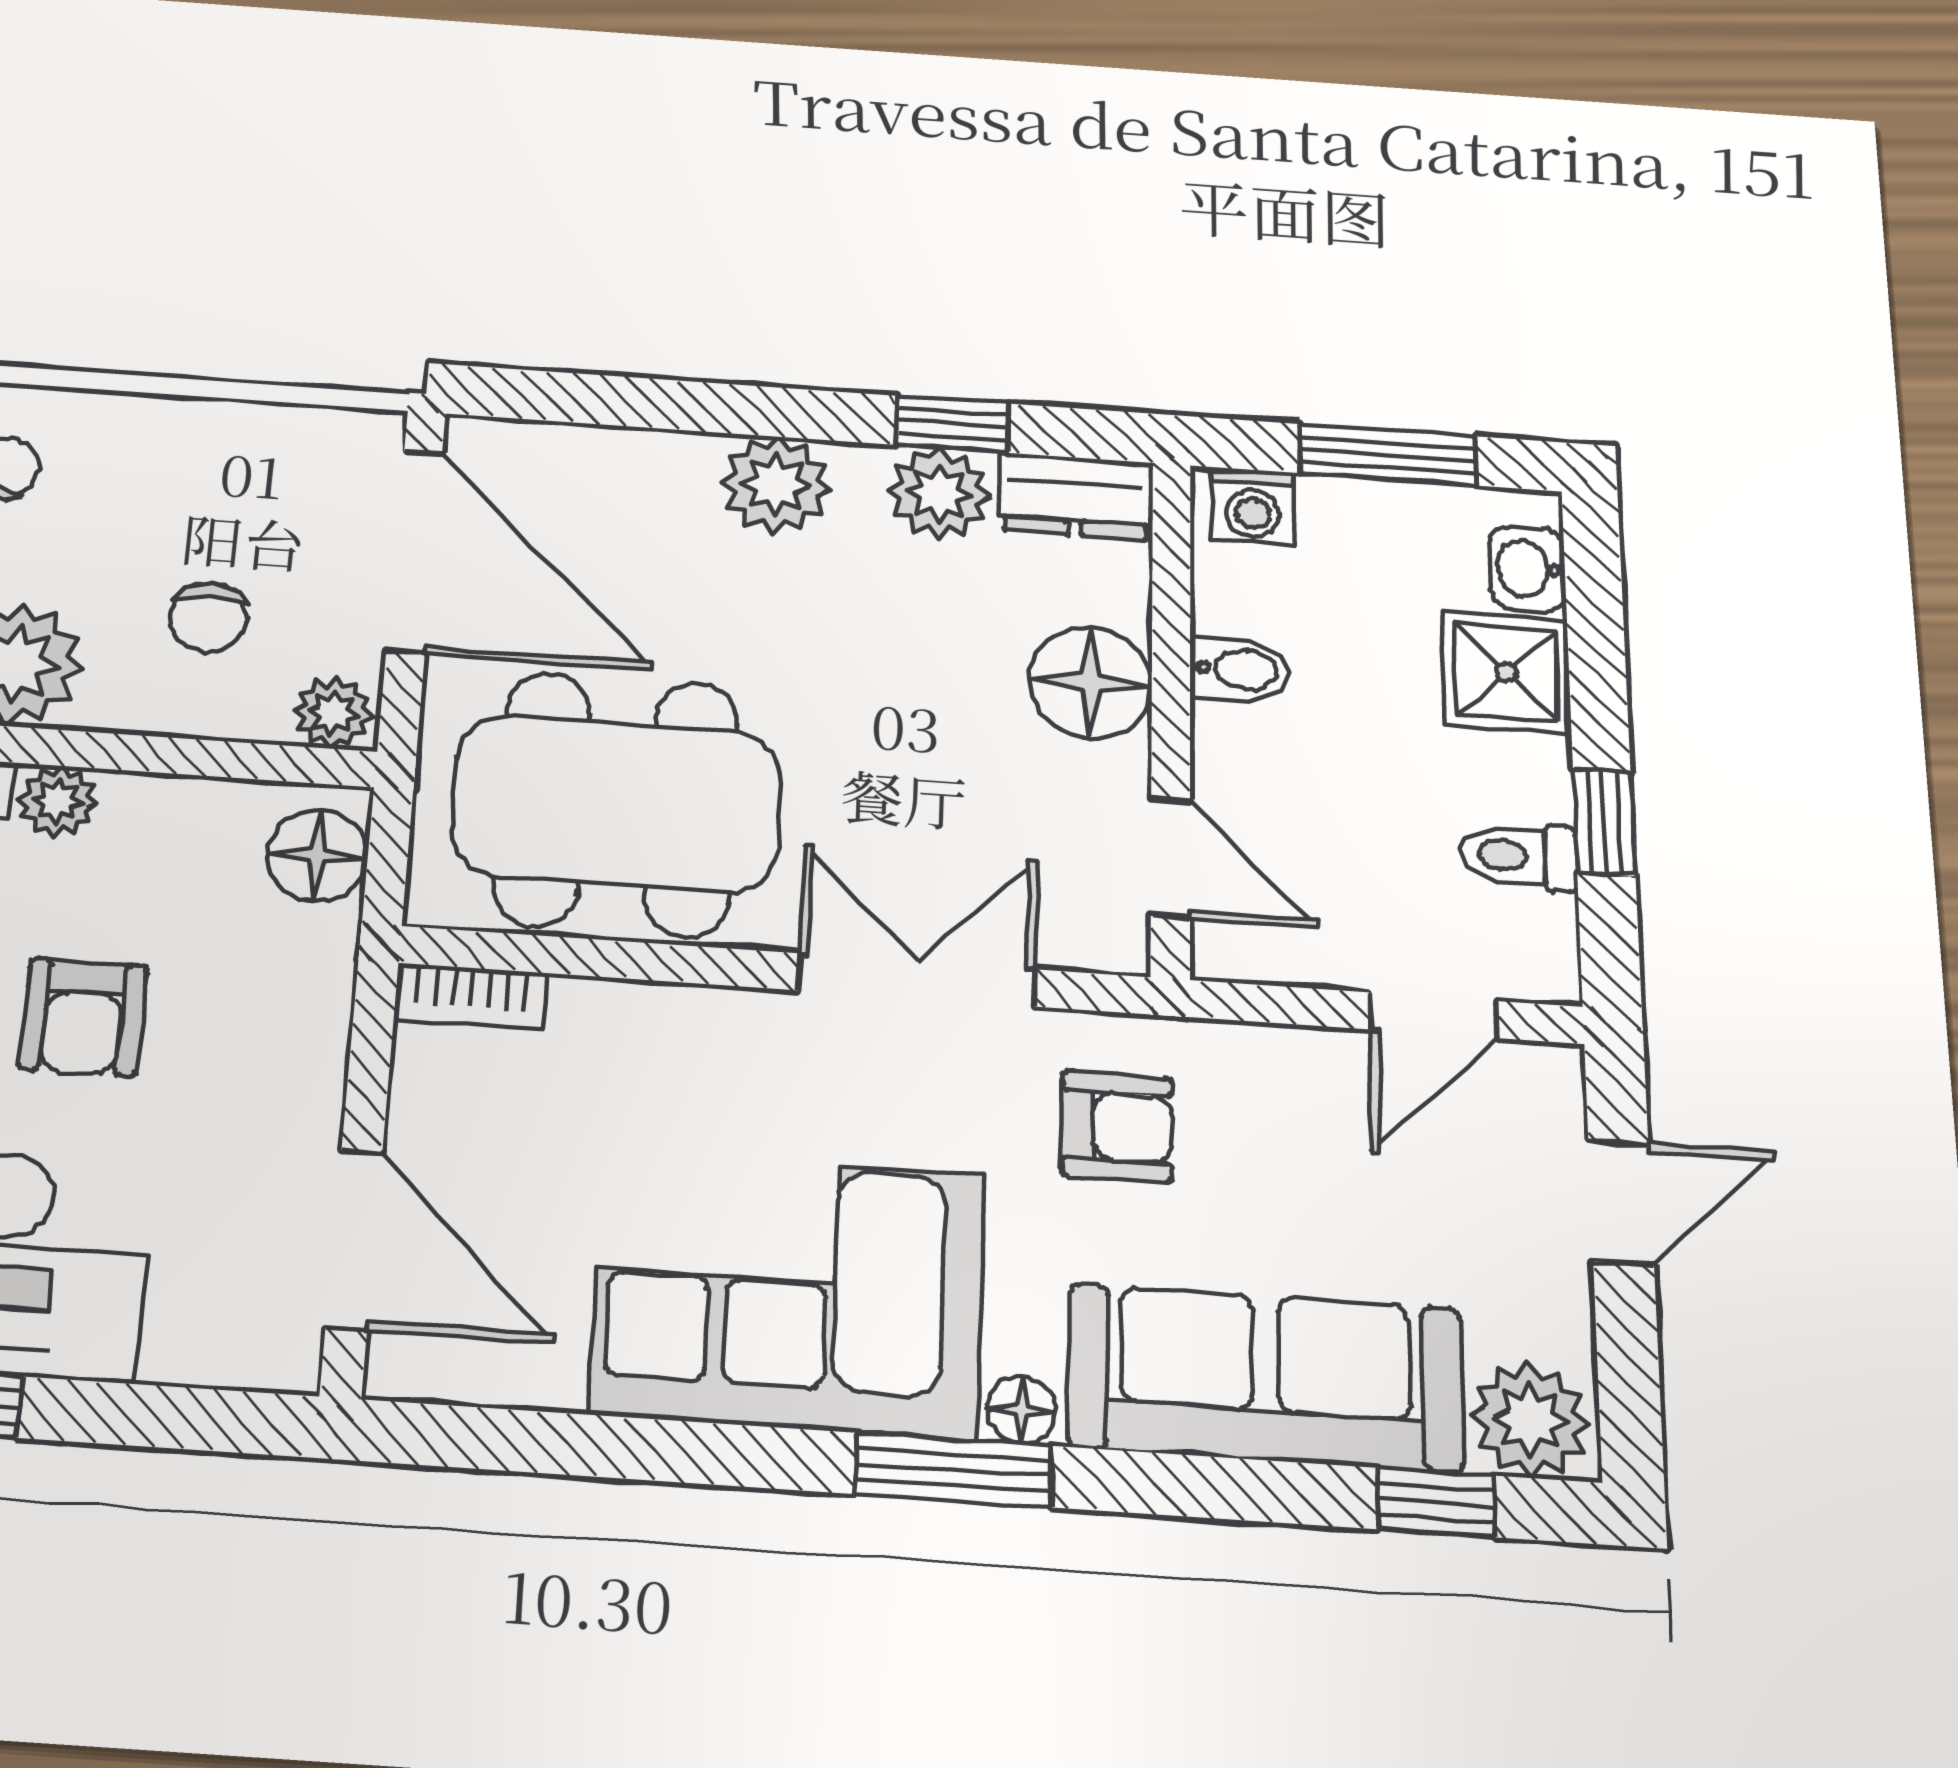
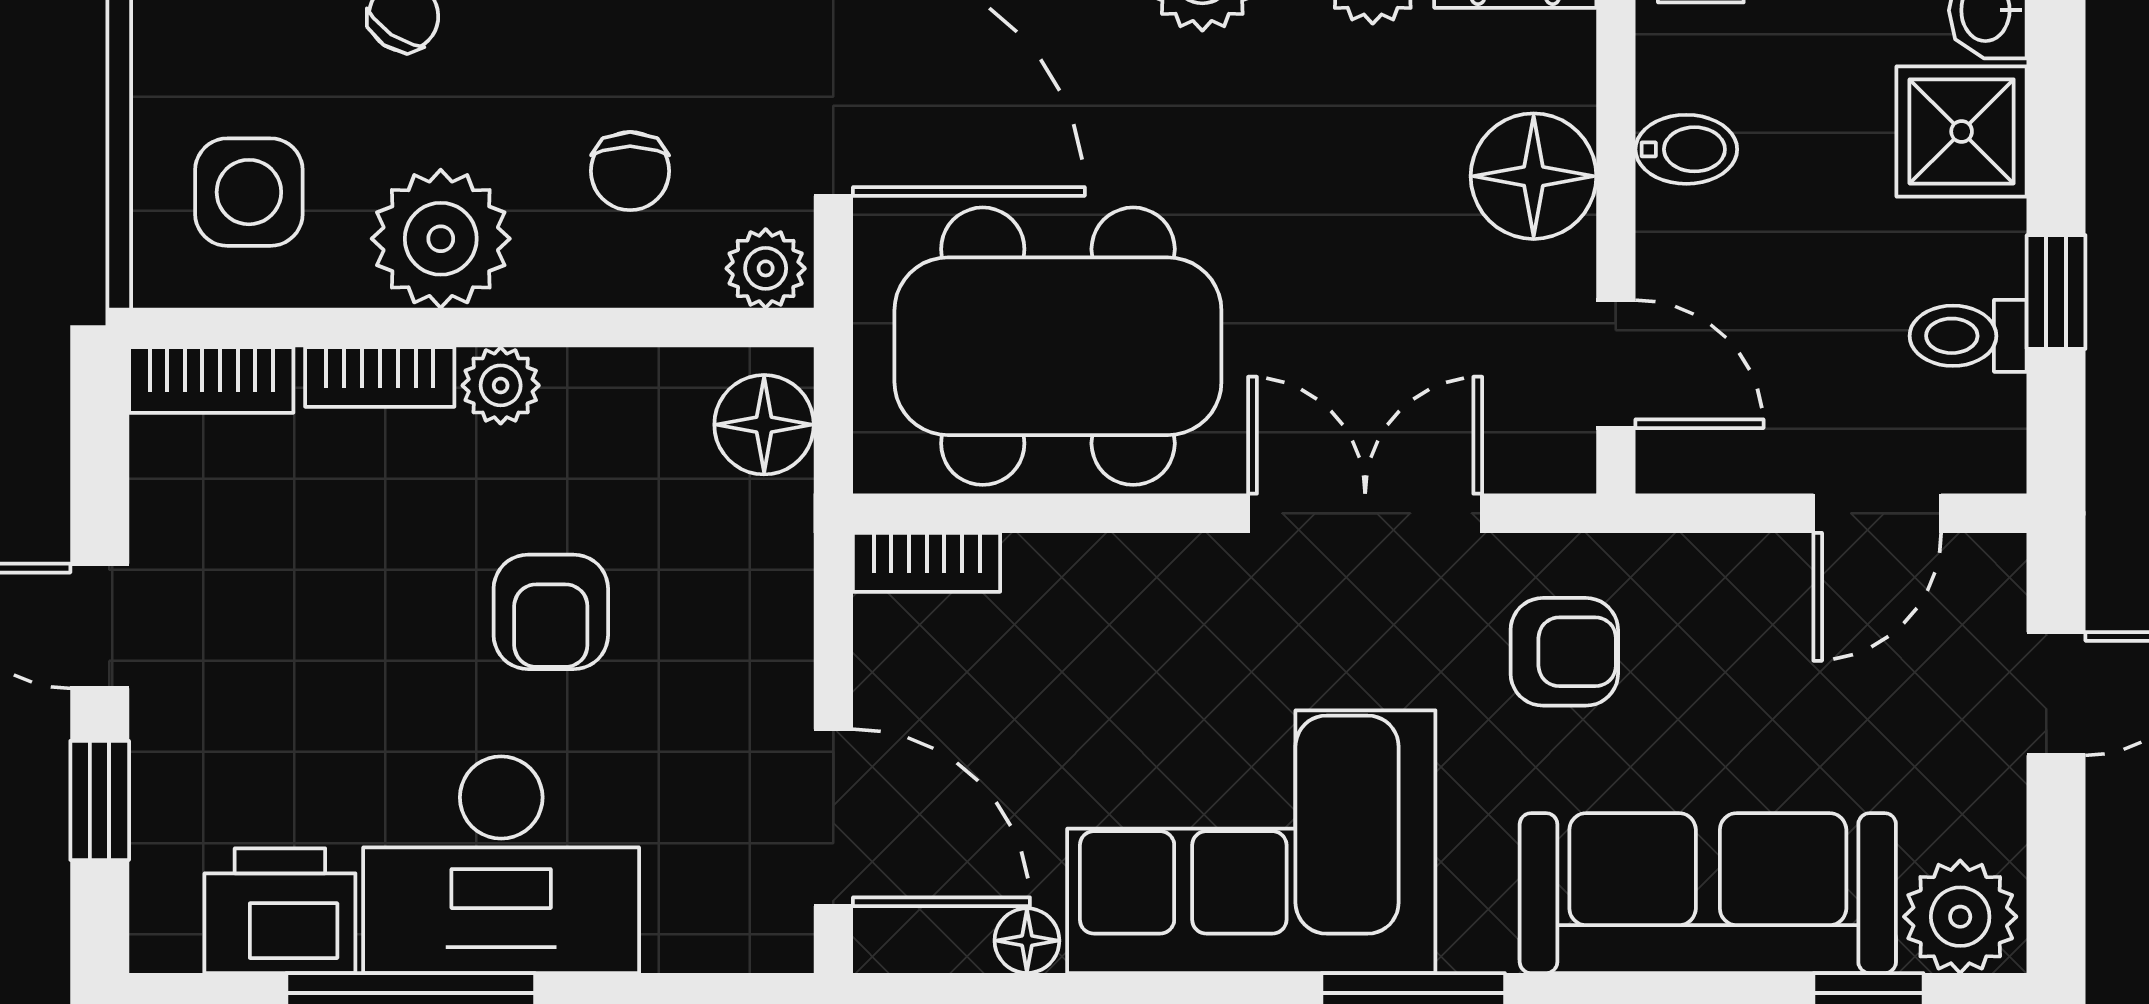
floor lamp: (1021, 1410) -> (1027, 941), moved

